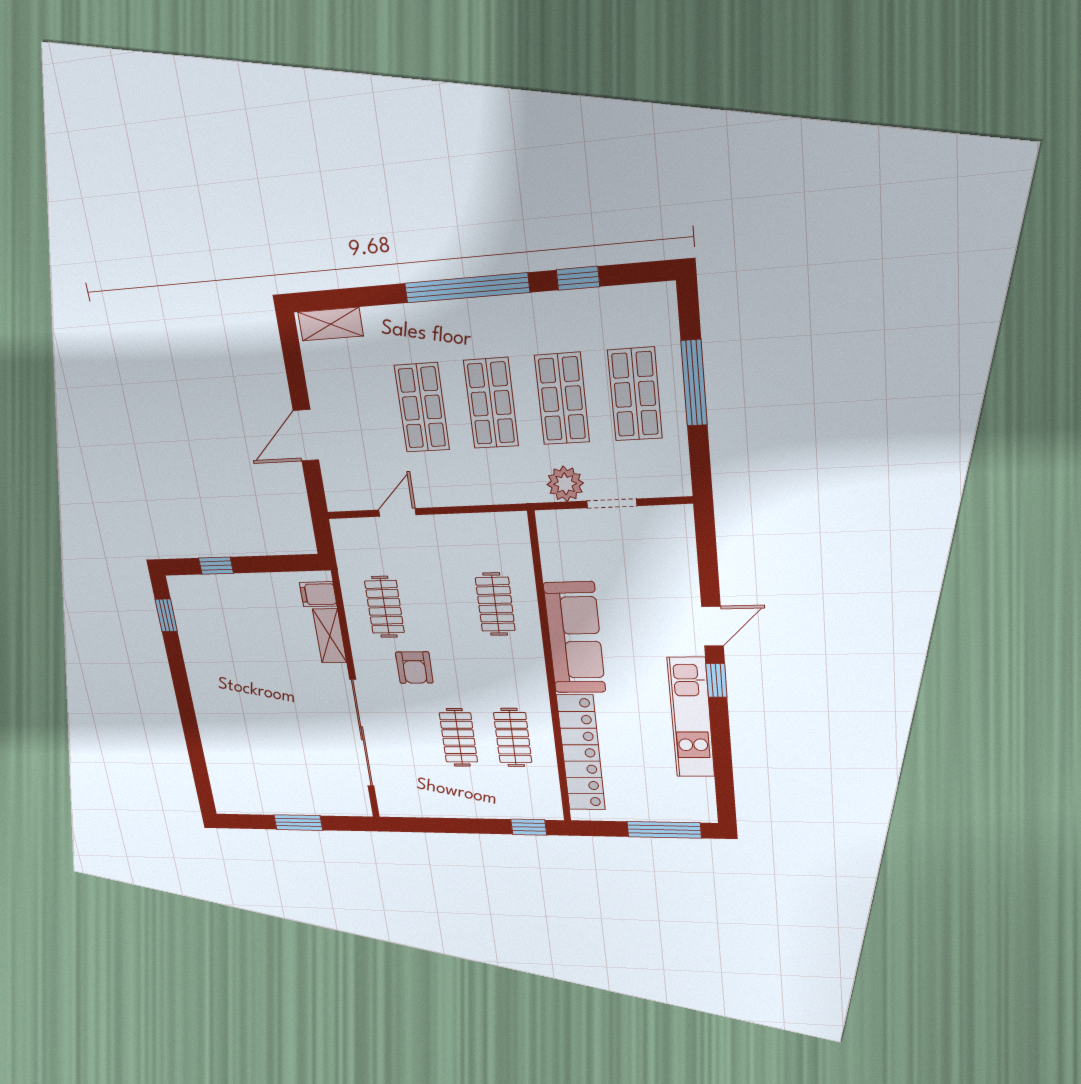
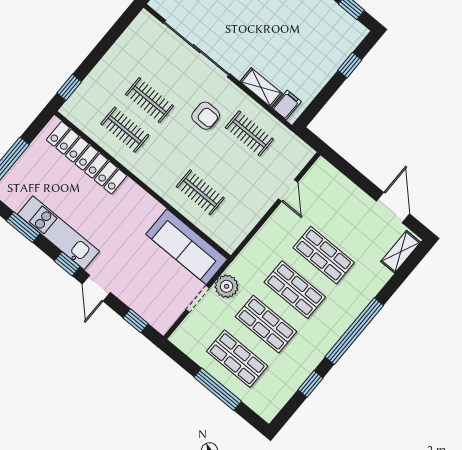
door: (306, 435) -> (393, 208), moved
window: (707, 551) -> (136, 321), added
sofa: (575, 638) -> (187, 247), moved
armchair: (414, 668) -> (206, 116), turned 180
window: (722, 759) -> (23, 227), added

